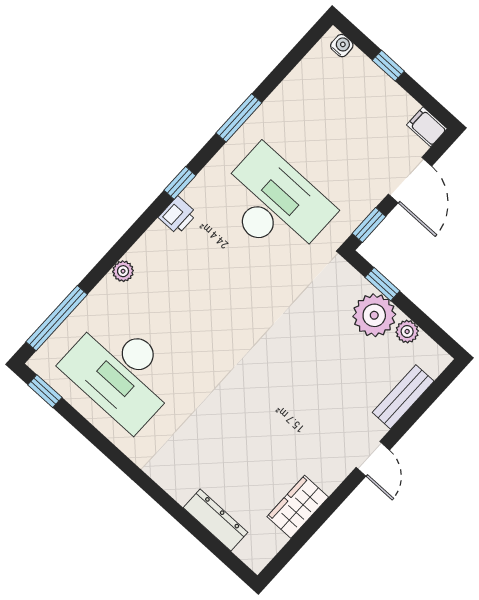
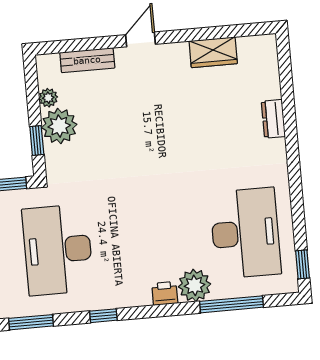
printer: (178, 215) -> (165, 293), moved
plant: (123, 271) -> (195, 285), width x1.87, depth x1.87
window: (57, 318) -> (231, 304), moved
dresser: (215, 520) -> (273, 119), moved, width x0.70

